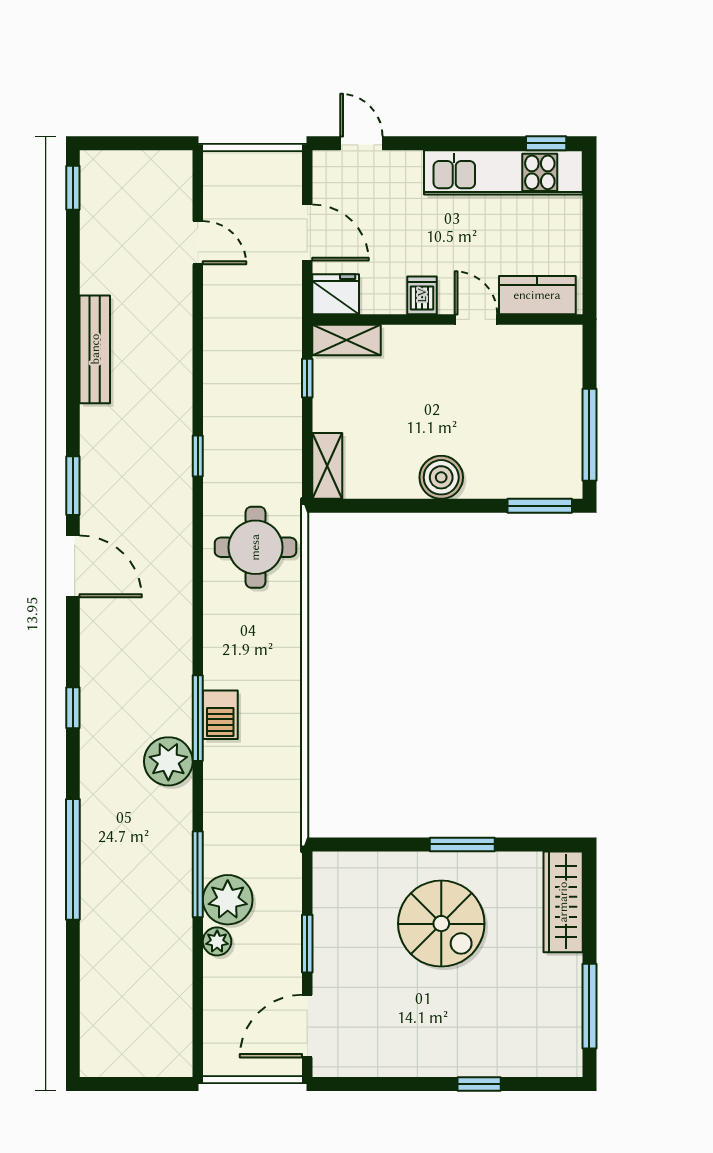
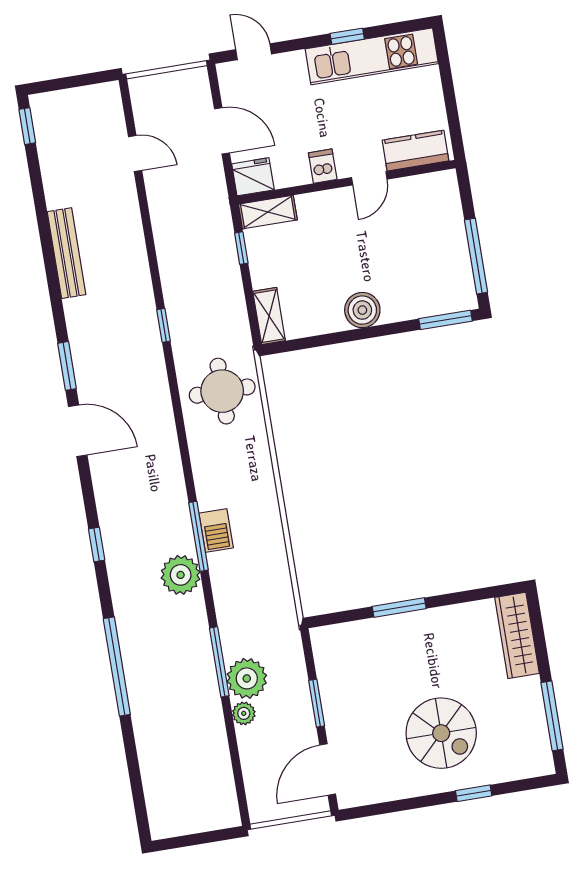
window: (546, 143) -> (347, 36), moved
door: (476, 319) -> (369, 178), swing flipped
window: (462, 844) -> (399, 608), moved
spiral stairs: (441, 924) -> (441, 733), moved

